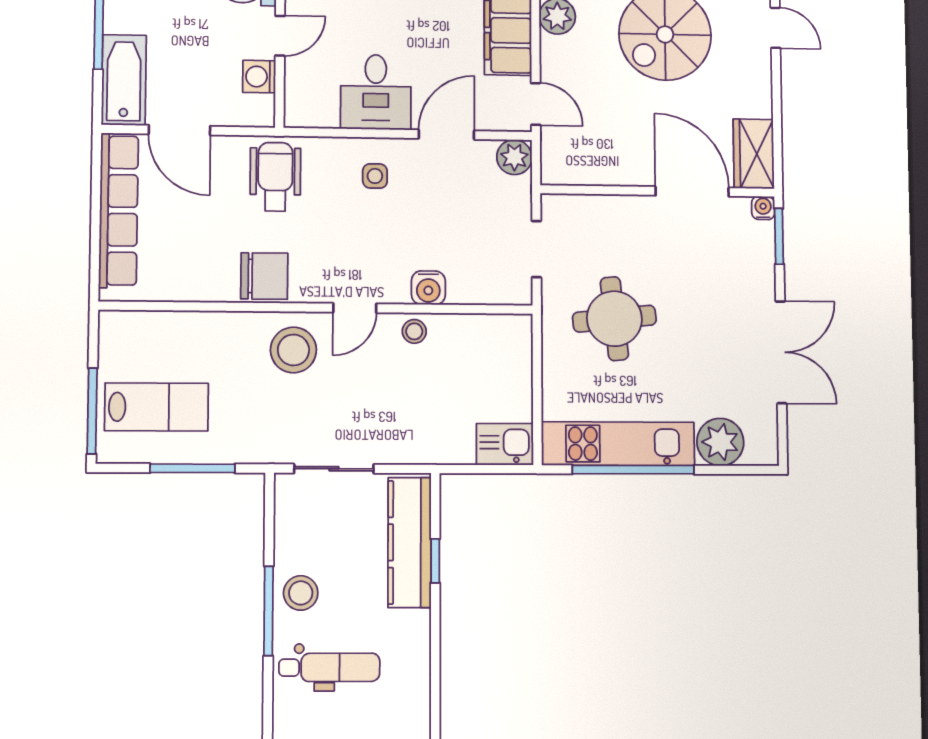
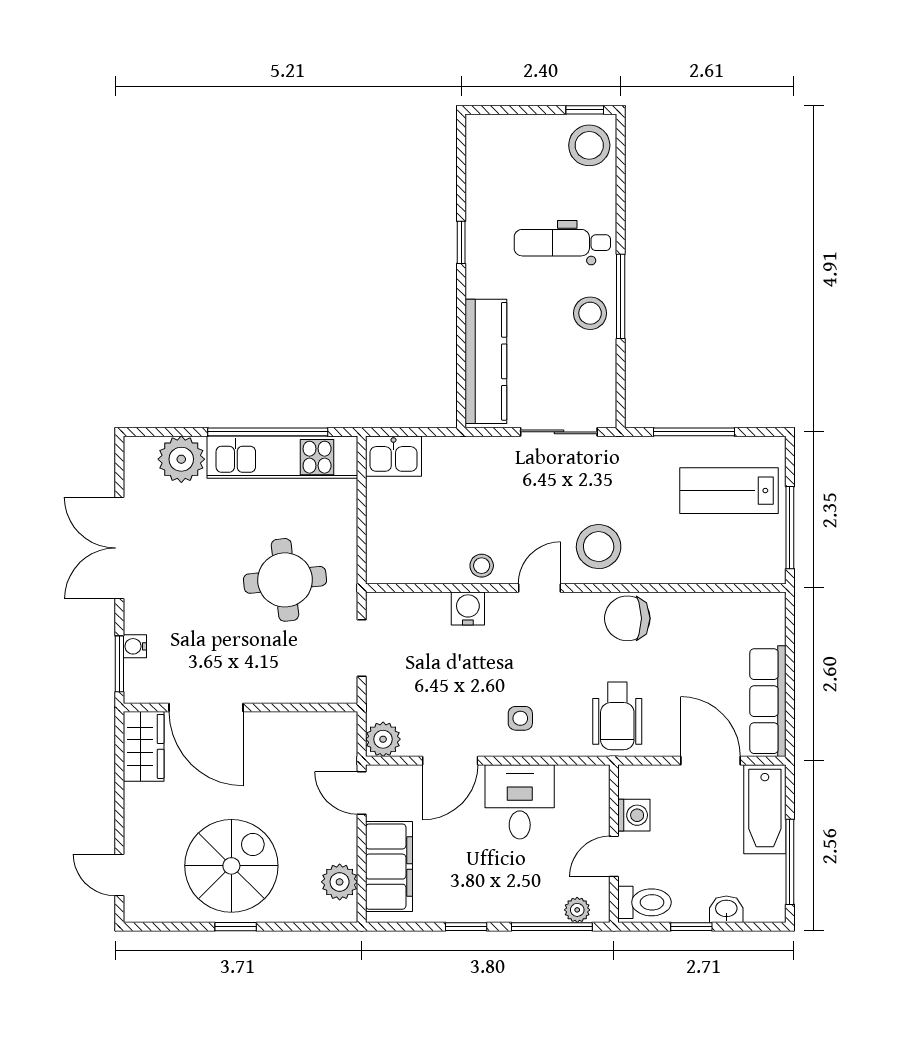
water cooler: (763, 208) -> (135, 646), moved, turned 90
row of seats: (119, 210) -> (768, 701), width x0.73
window: (92, 411) -> (790, 528), moved
window: (435, 561) -> (461, 242), moved

